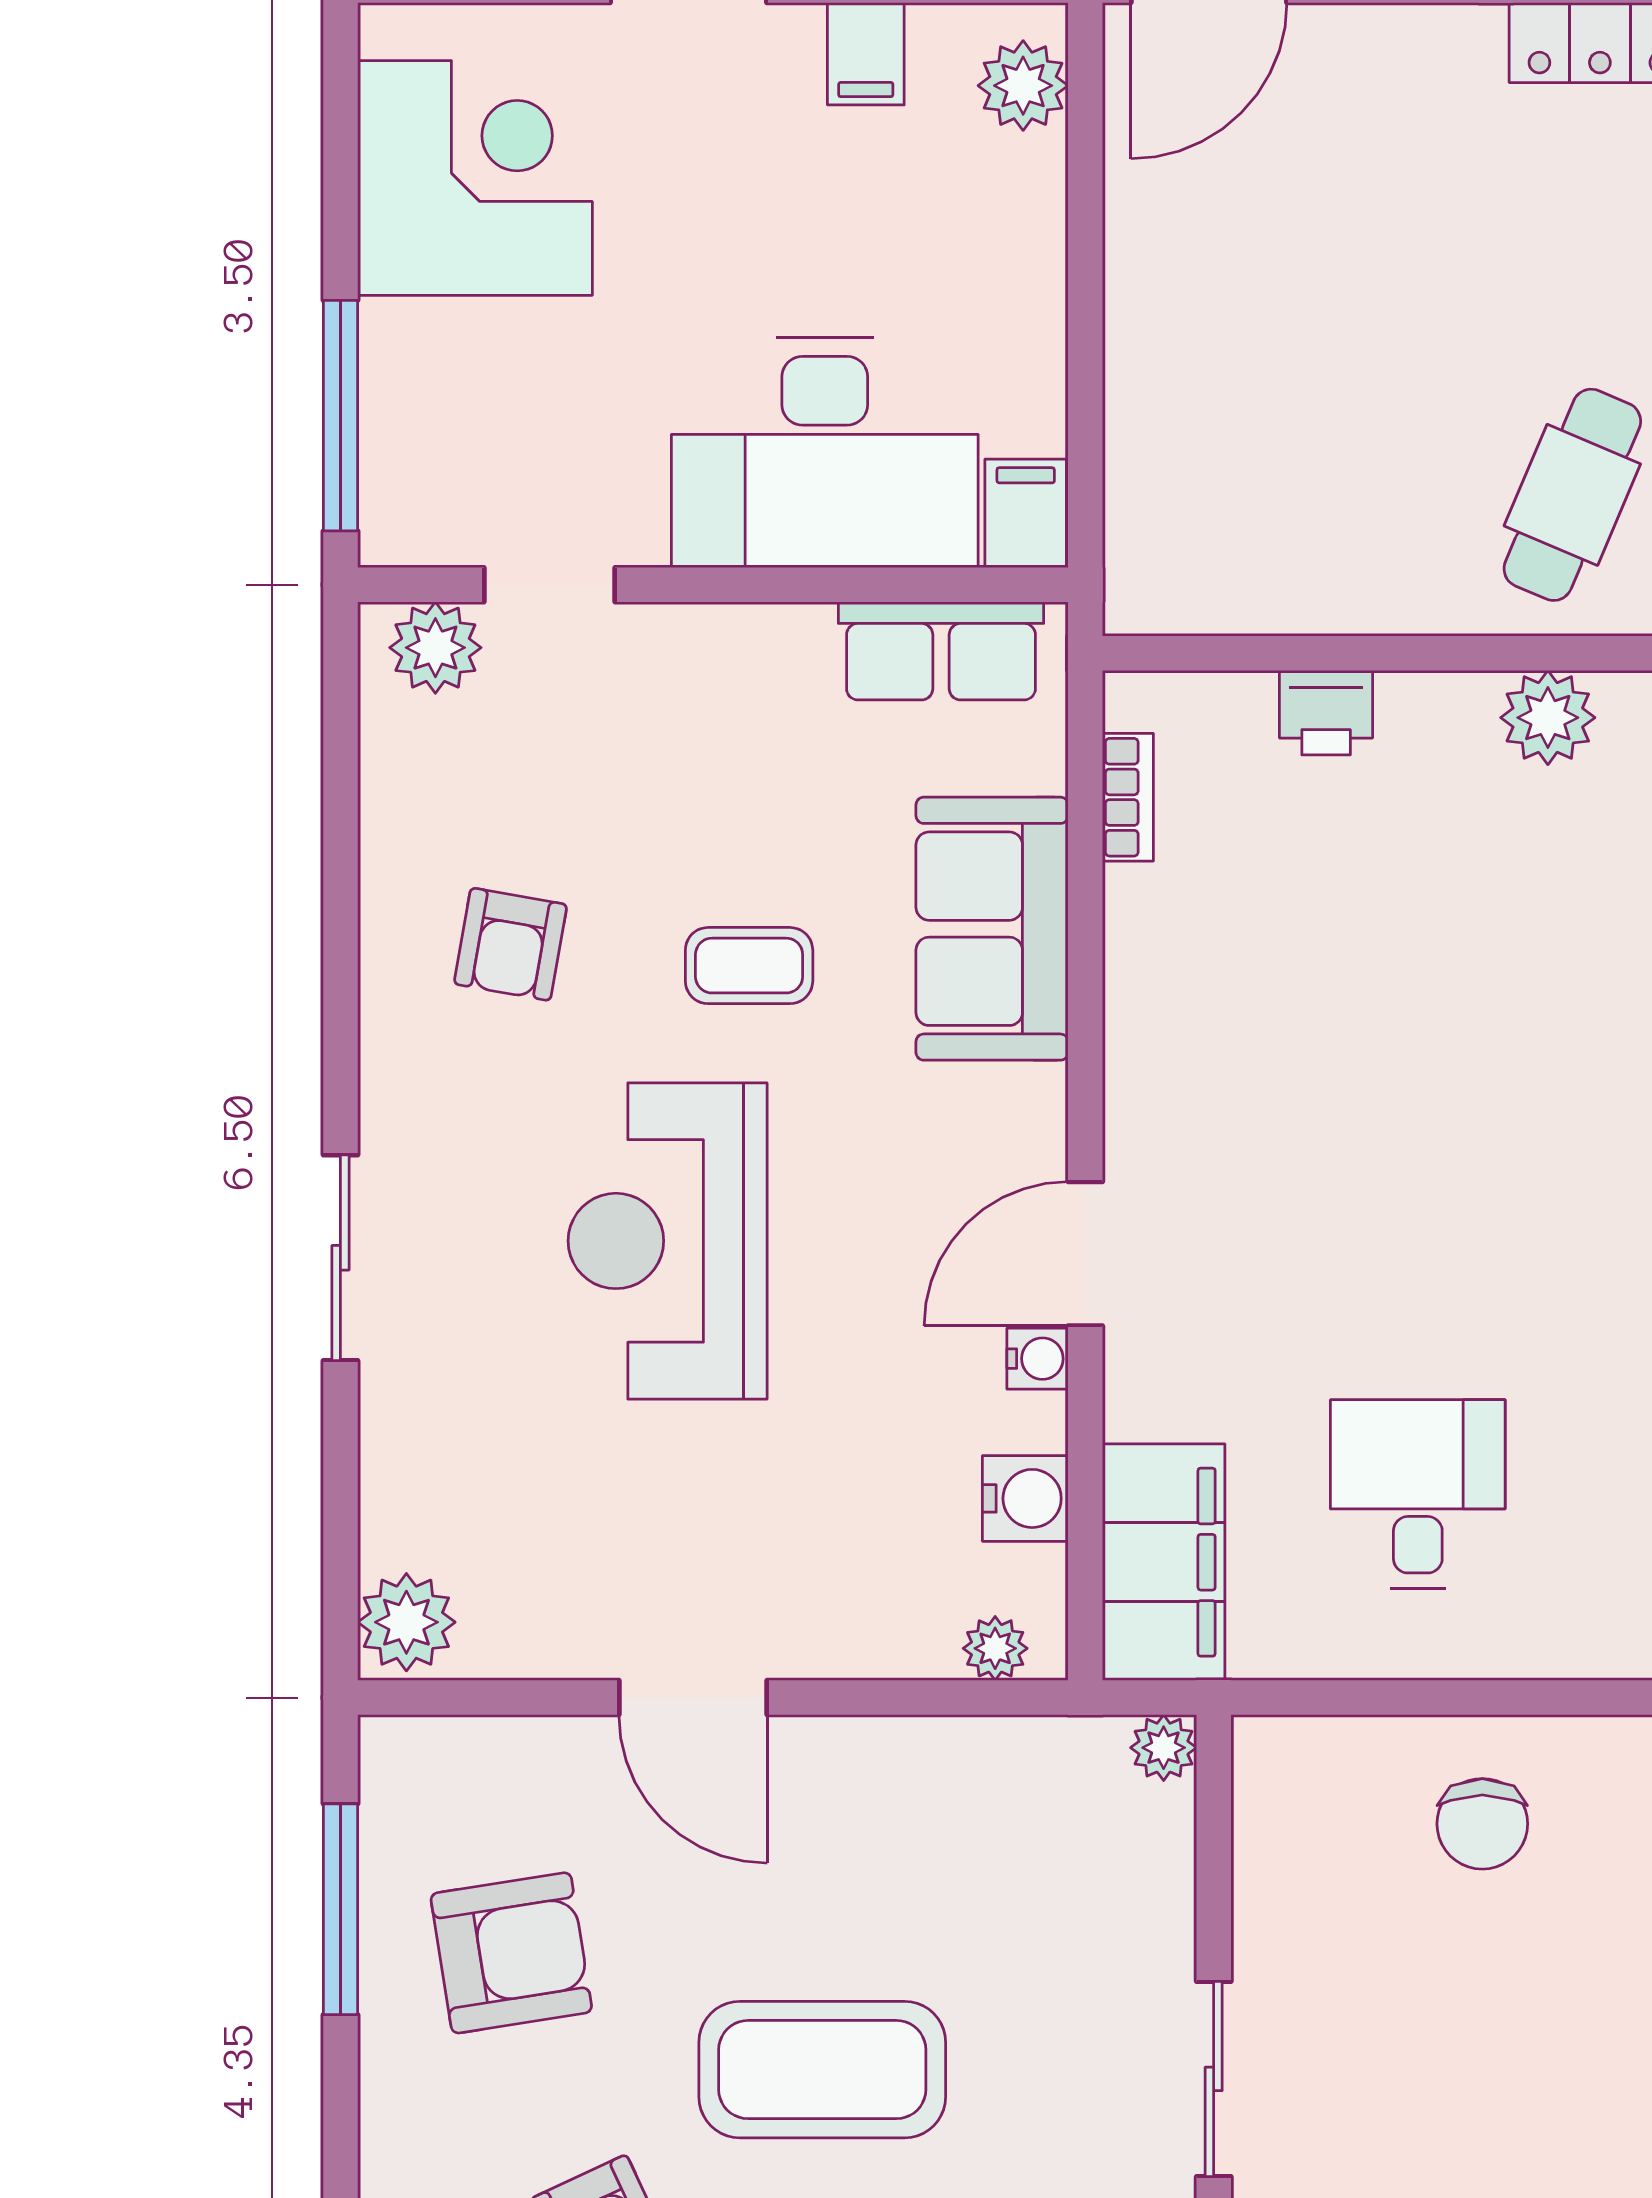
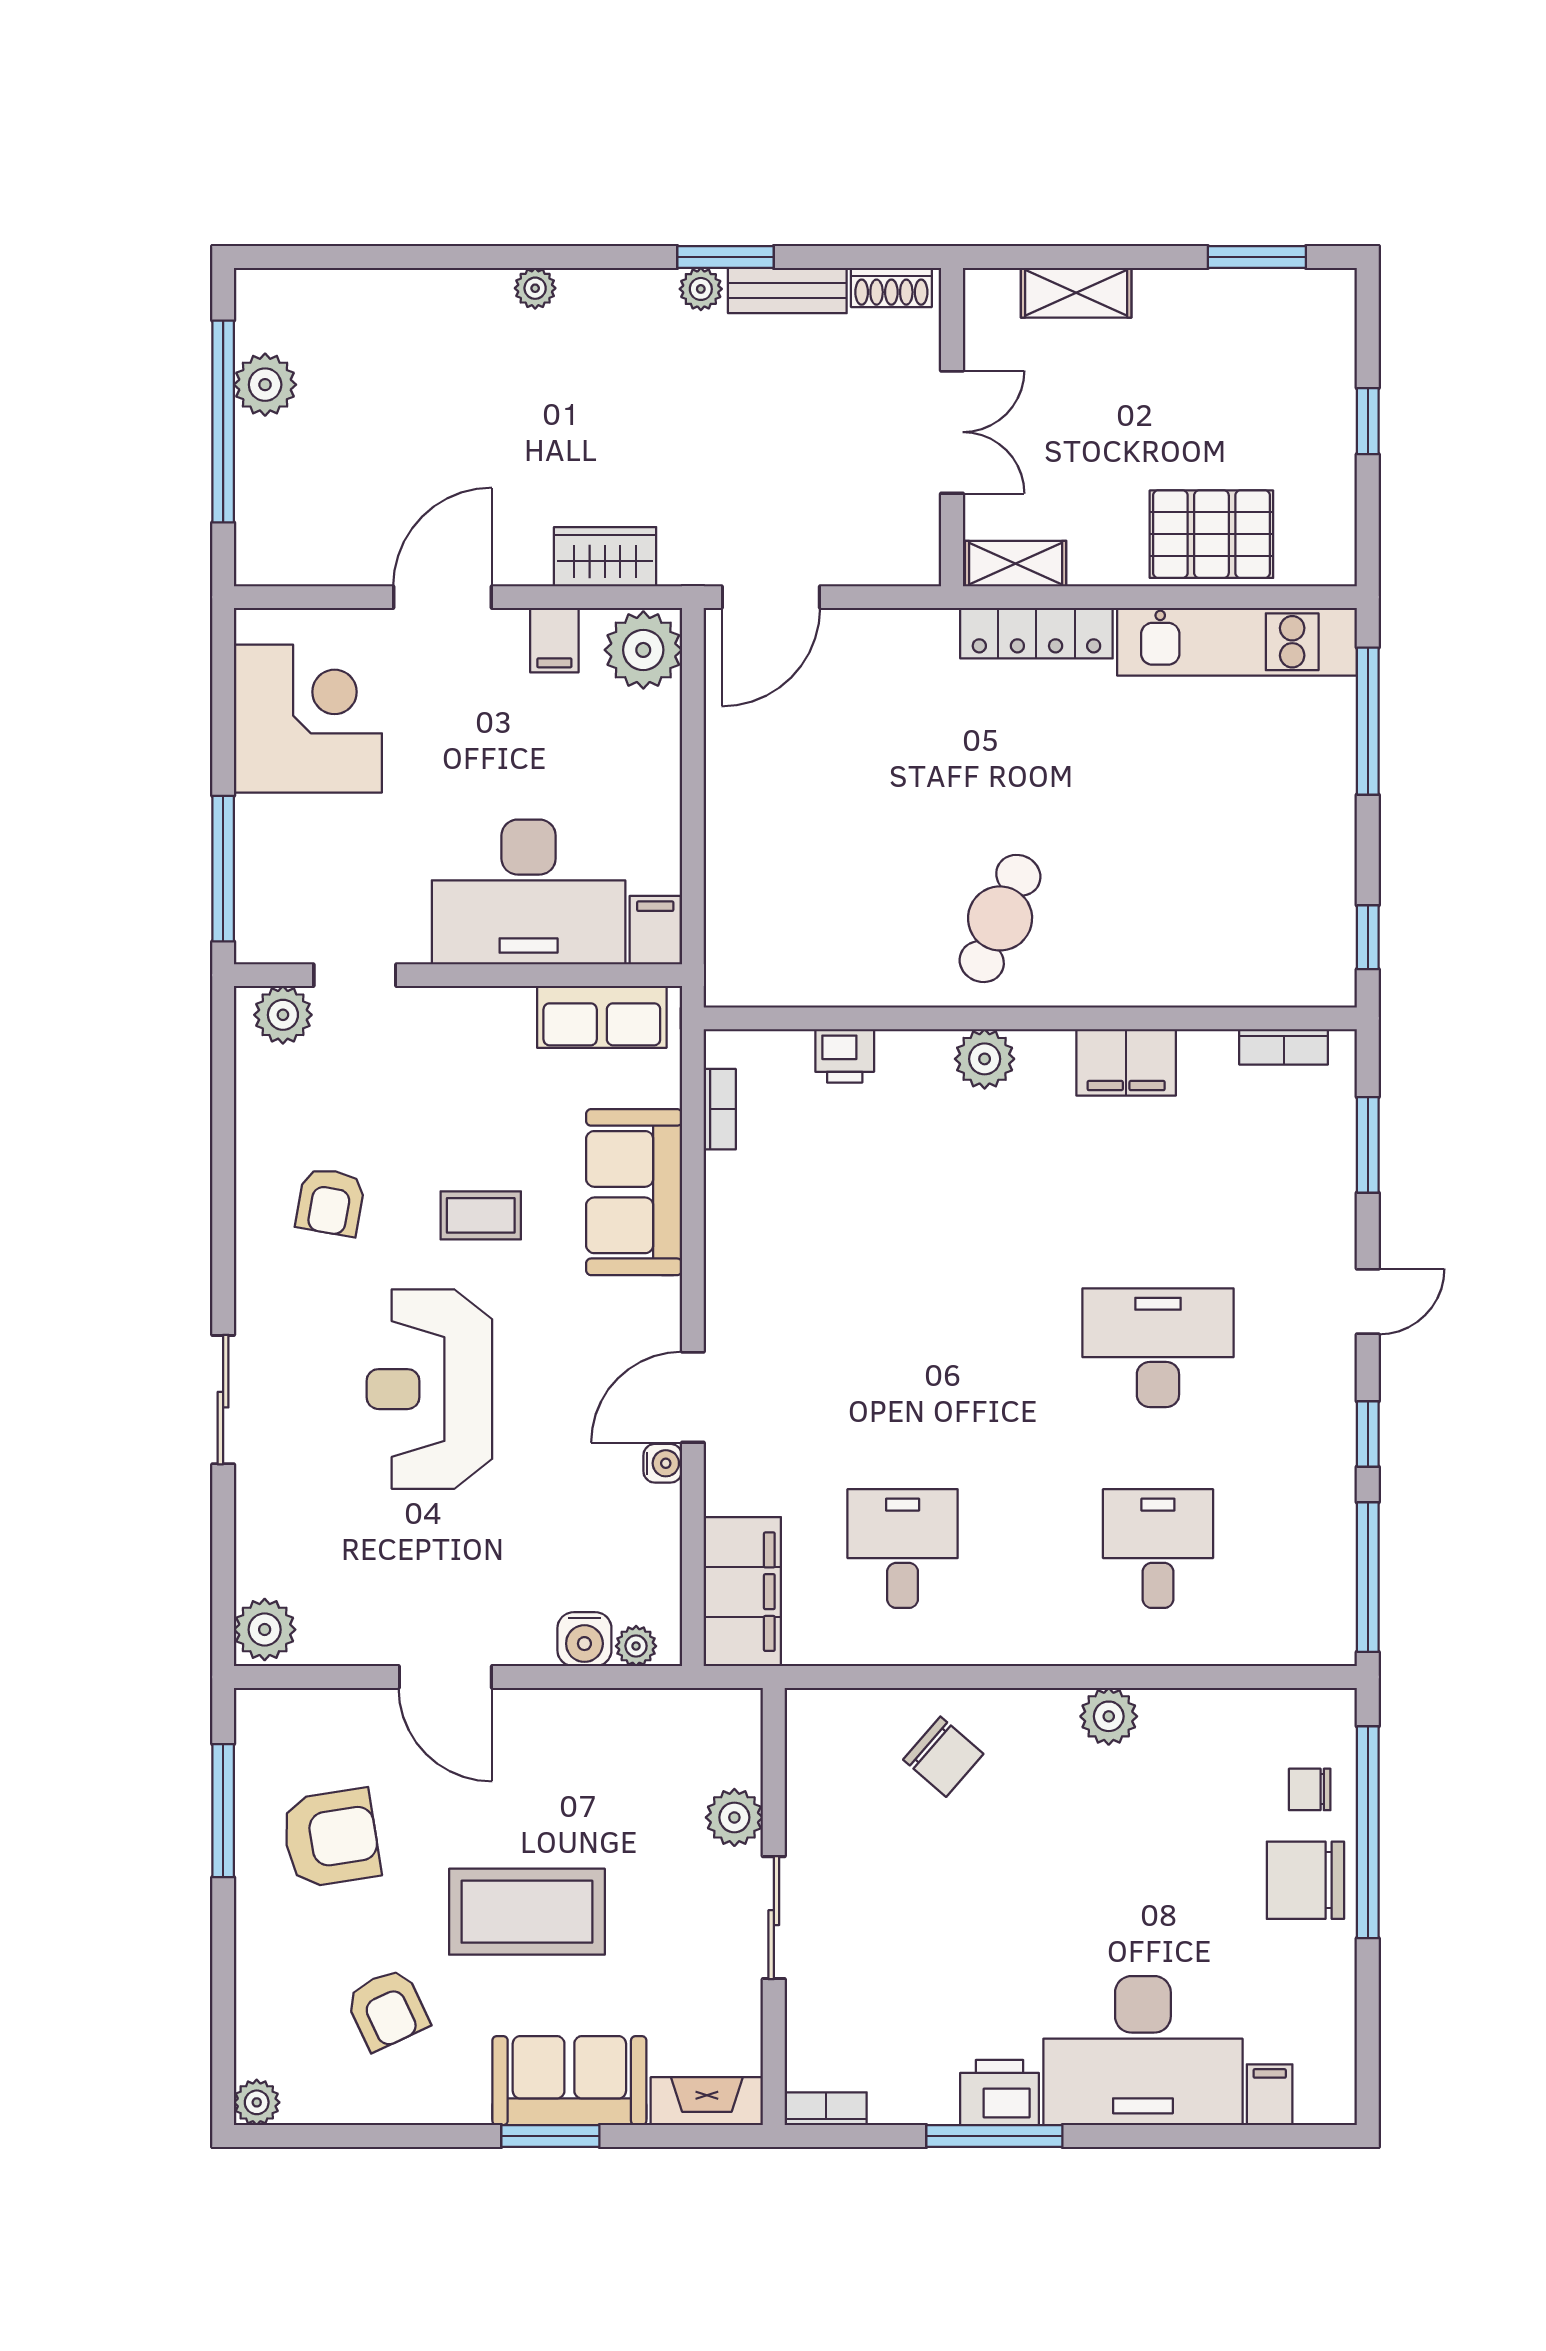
plant: (1023, 86) -> (643, 650), width x1.36, depth x1.36
water cooler: (1025, 1498) -> (584, 1639), moved, turned 90
plant: (1164, 1748) -> (734, 1817), moved, width x1.38, depth x1.38
chair: (1482, 1824) -> (943, 1757), turned -49

